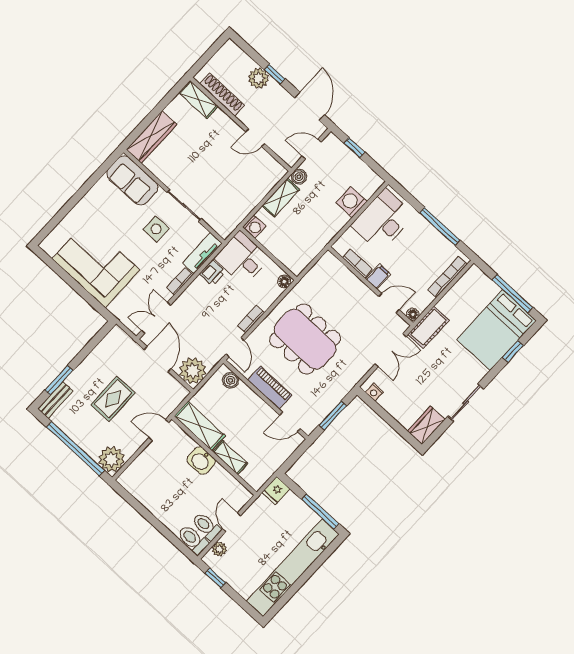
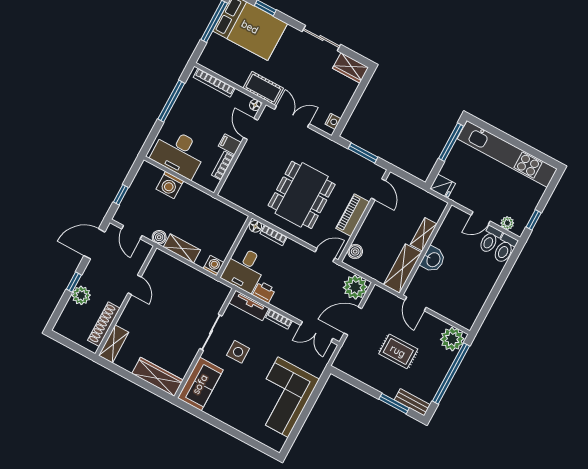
bookcase: (251, 319) -> (274, 235), moved

